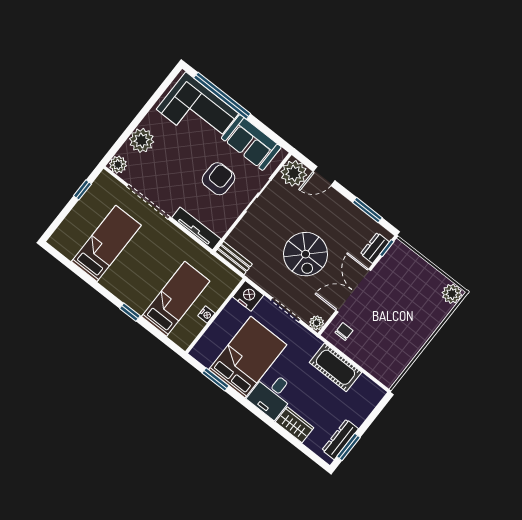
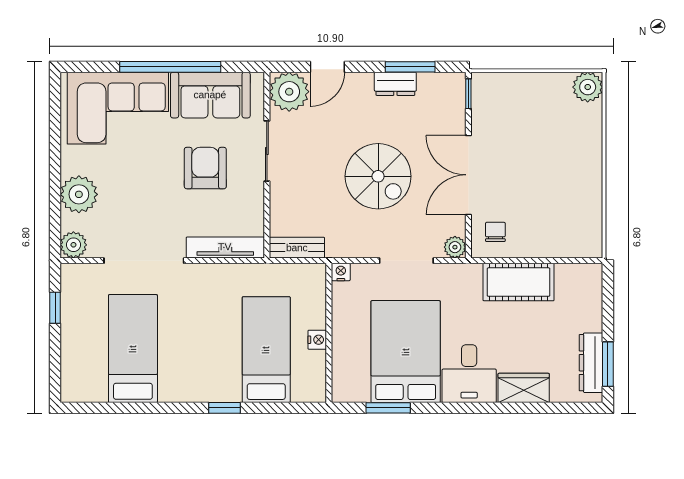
window: (222, 96) -> (170, 67), moved
dresser: (375, 248) -> (395, 84), moved, turned -90
nightstand: (248, 296) -> (341, 272), width x0.53, depth x0.56

